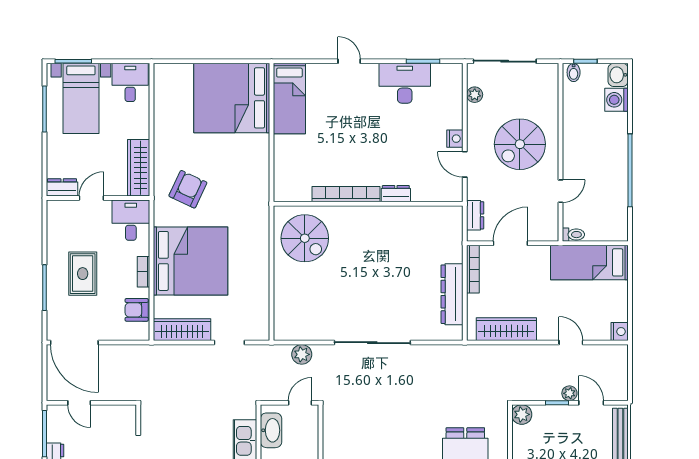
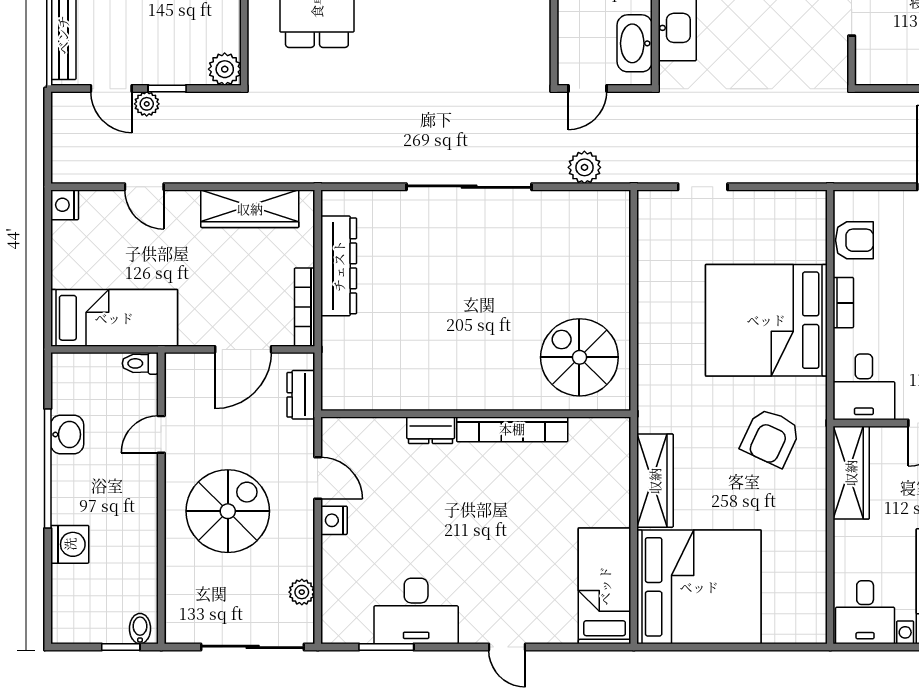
washbasin: (618, 75) -> (67, 434), moved
washing machine: (617, 100) -> (70, 544), moved
wardrobe: (182, 330) -> (655, 481), moved, turned -90

